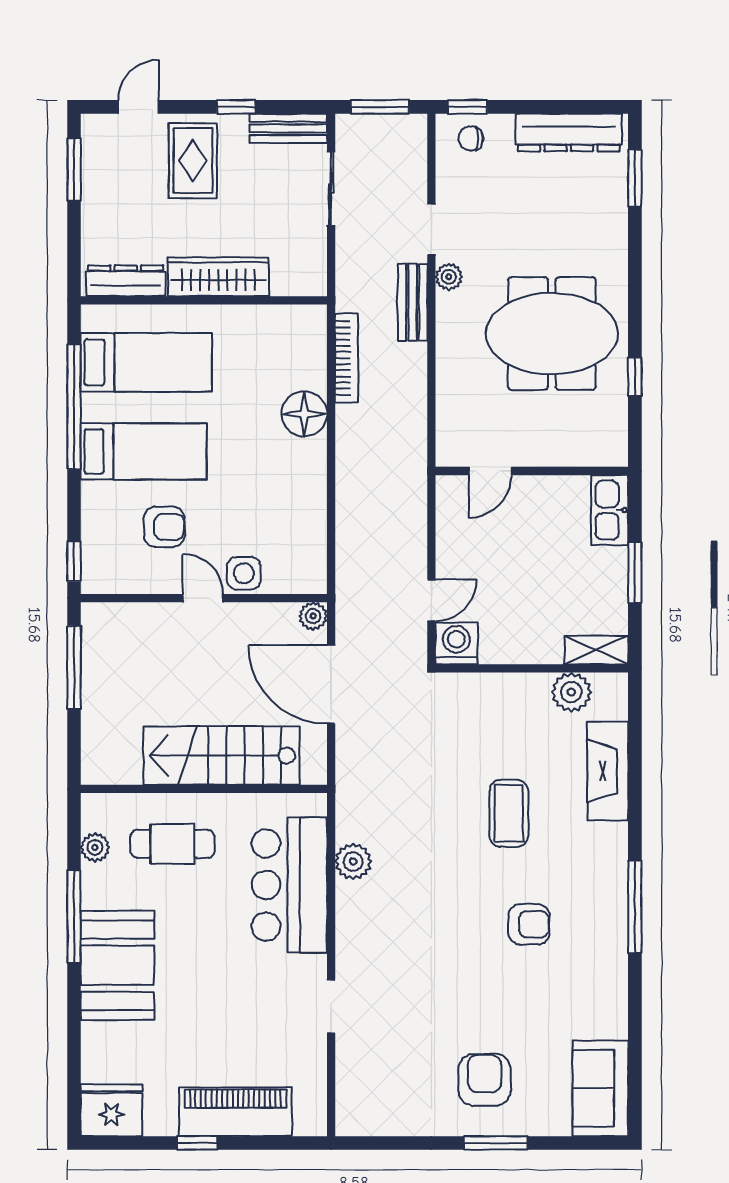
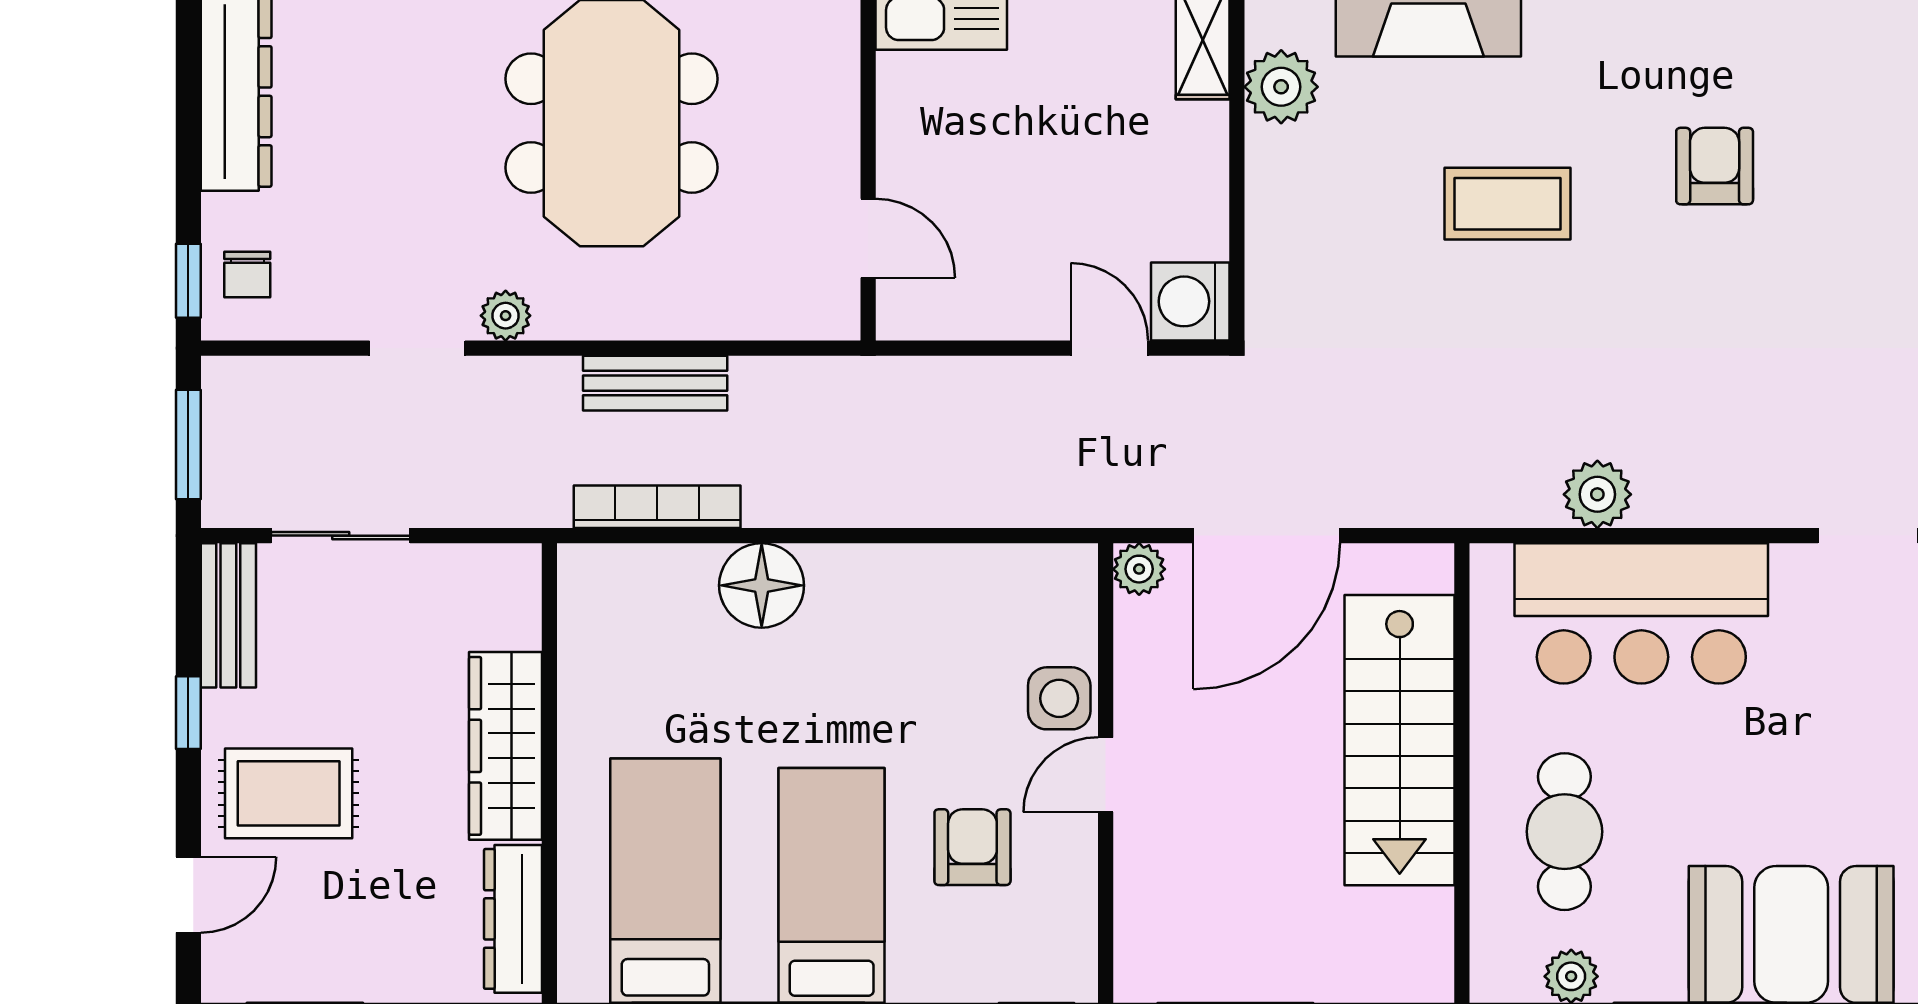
door: (139, 107) -> (188, 895), swing flipped
bench: (413, 302) -> (655, 383), moved

